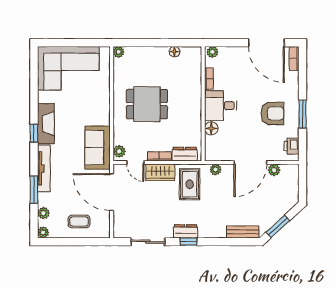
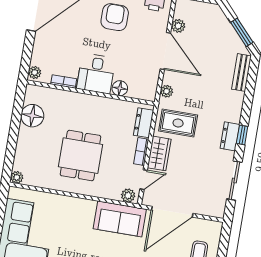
floor lamp: (175, 52) -> (32, 116), width x1.89, depth x1.89

